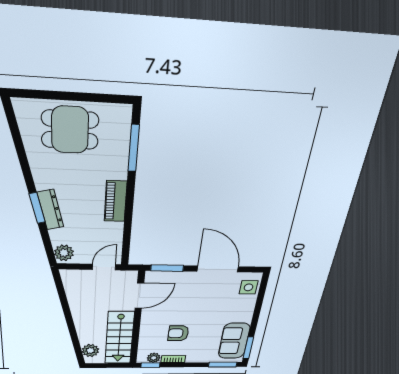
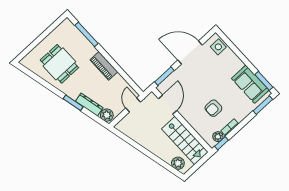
dining table: (70, 130) -> (59, 64), moved, turned 90
dresser: (50, 210) -> (89, 105), moved

